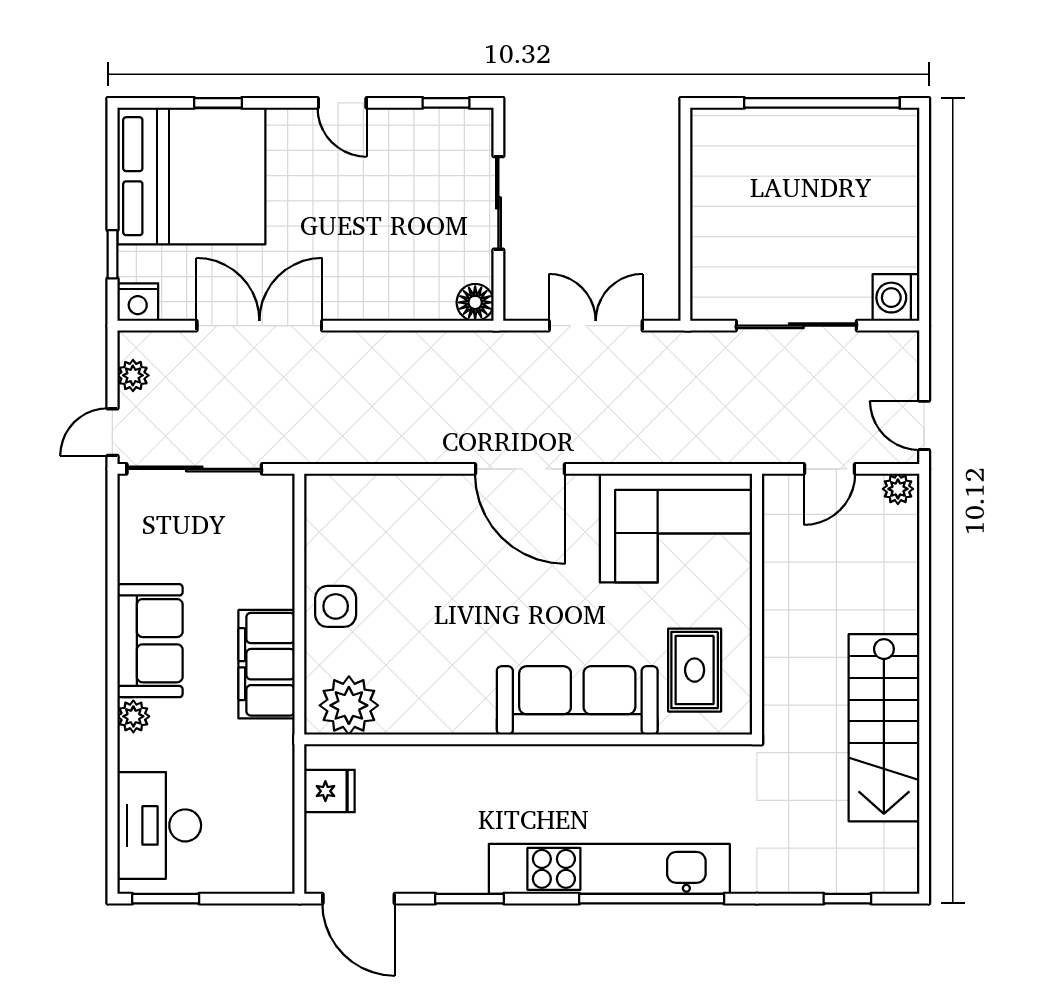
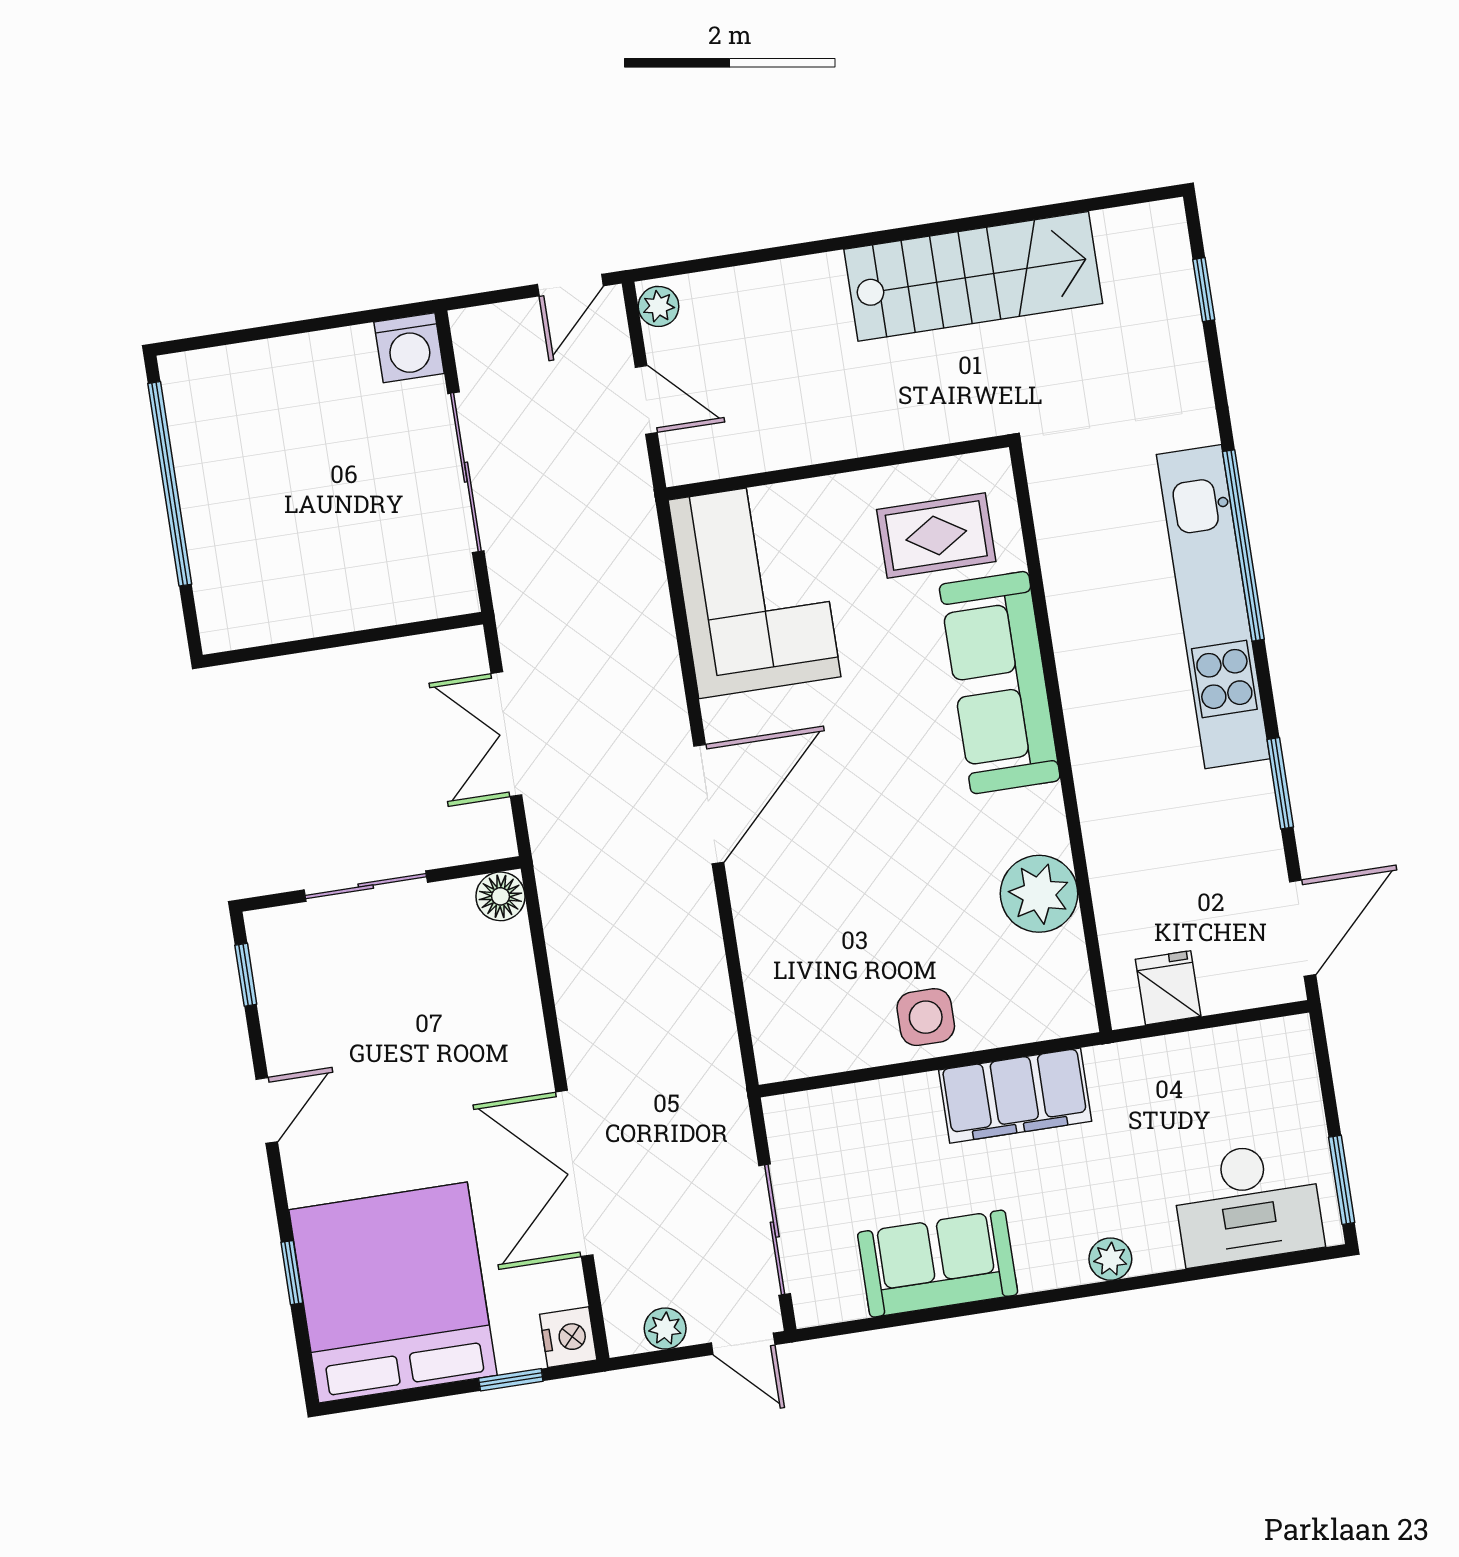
sliding door: (194, 469) -> (775, 1230), width x0.73
sofa: (150, 641) -> (938, 1264), moved
plant: (349, 705) -> (1039, 894), moved

